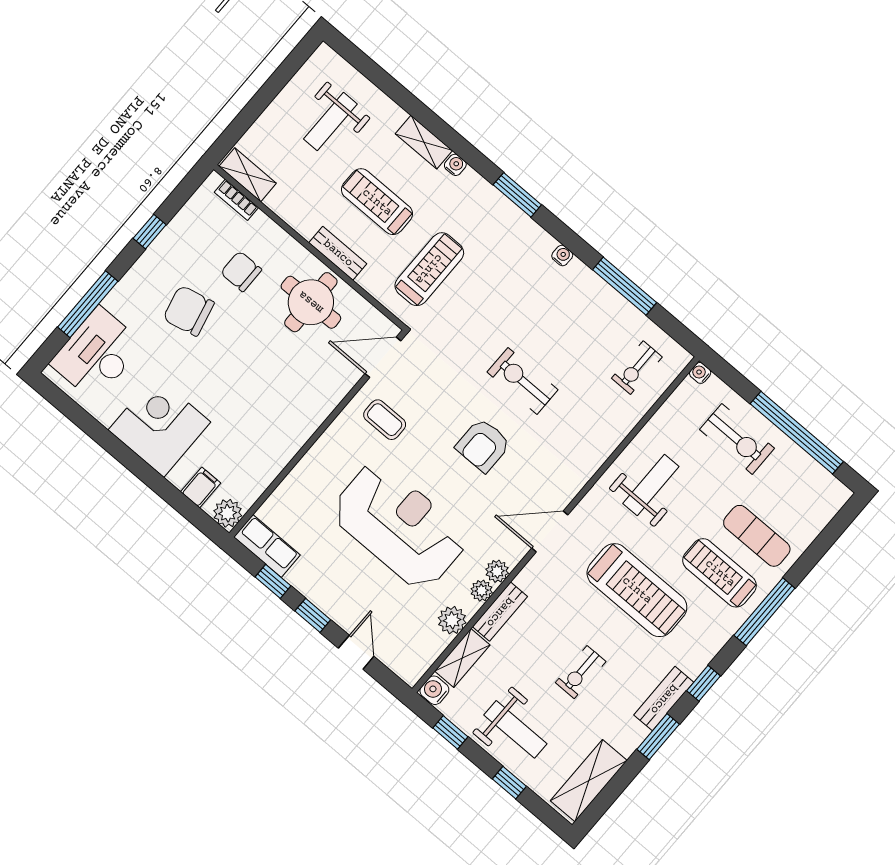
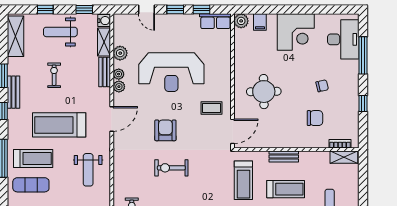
round table: (311, 302) -> (264, 92), moved
chair: (189, 311) -> (322, 86), width x0.54, depth x0.54
exercise bike: (523, 381) -> (171, 168), turned 180

